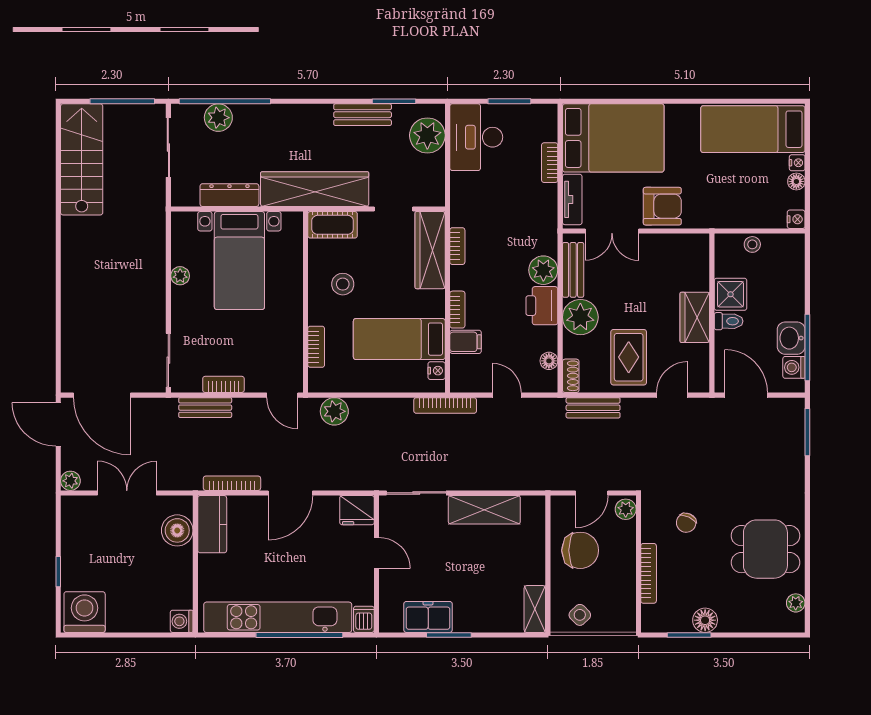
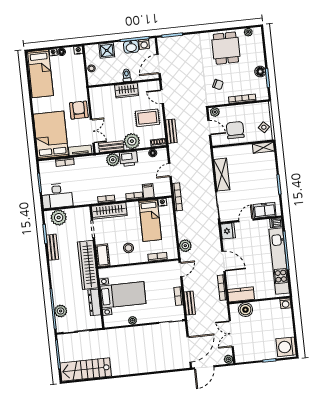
shower: (731, 294) -> (107, 50), moved
freezer: (428, 617) -> (265, 210), moved, turned 90

